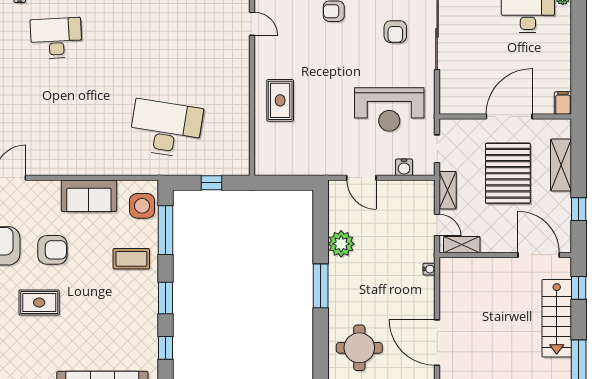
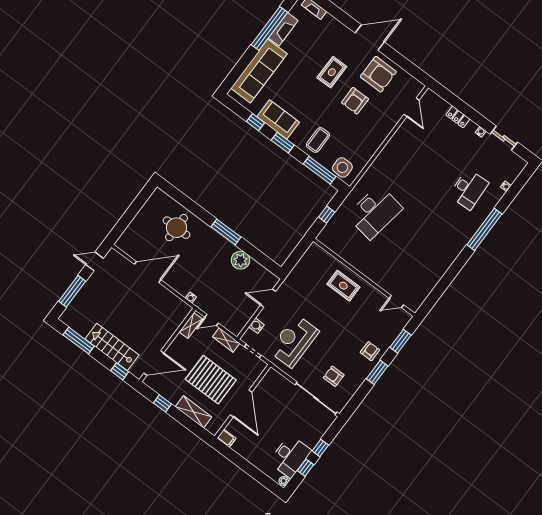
sofa: (89, 196) -> (278, 120), moved, turned 90

